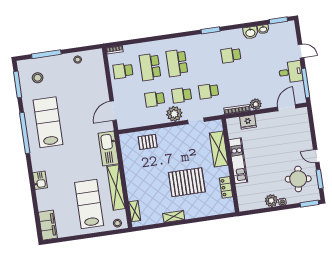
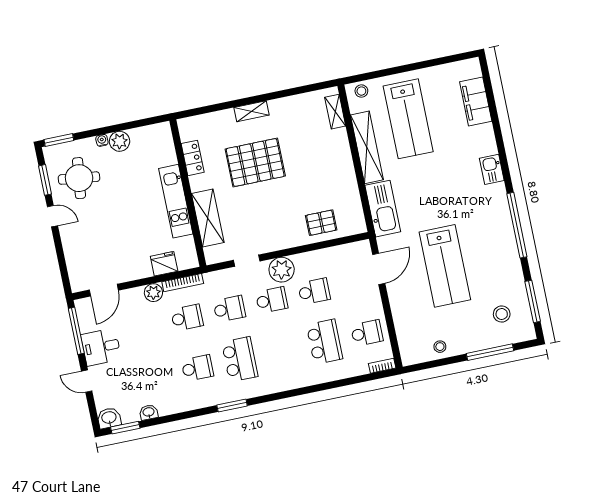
washbasin: (250, 33) -> (109, 418), moved
school desk: (177, 63) -> (240, 359), moved
school desk: (236, 87) -> (187, 318), added
lab bench: (48, 122) -> (445, 266), moved
kitchen sink: (40, 180) -> (492, 169), moved
shelving: (174, 216) -> (251, 111), moved
filing cabinet: (48, 225) -> (476, 101), moved

